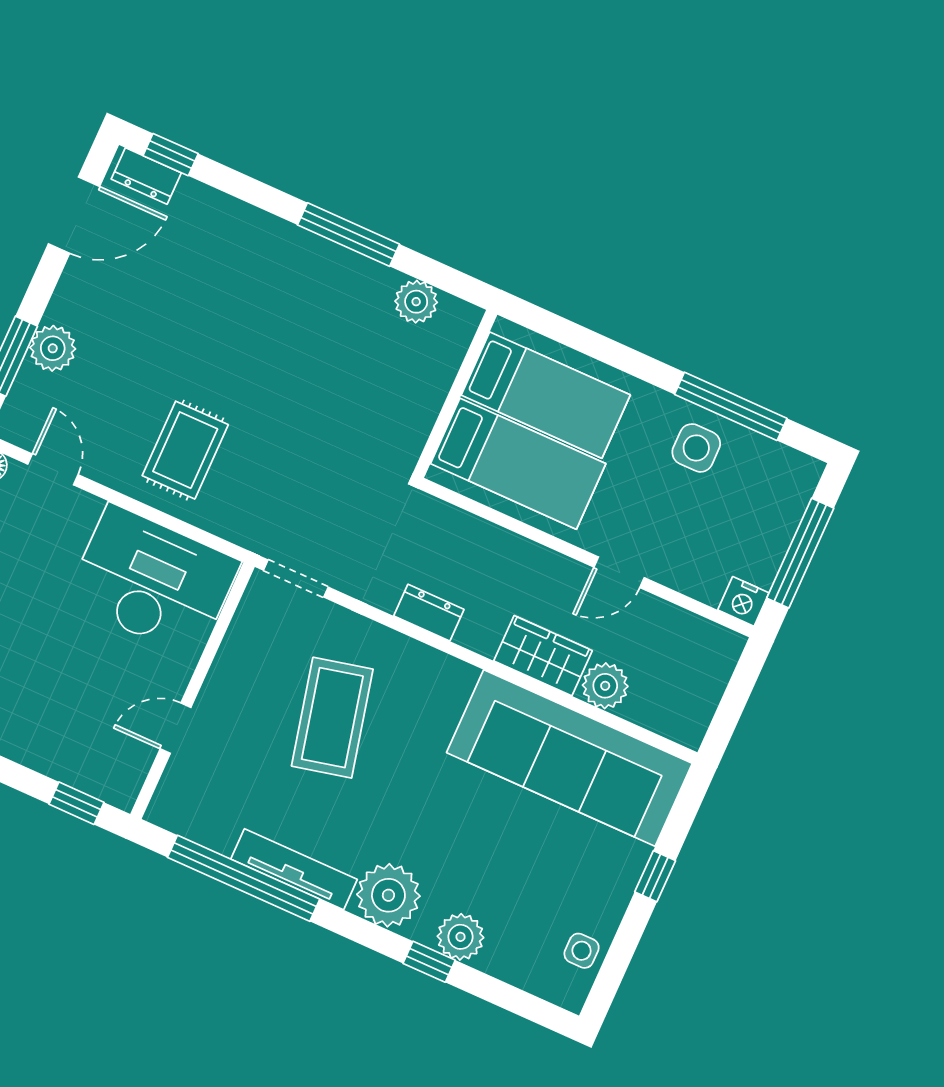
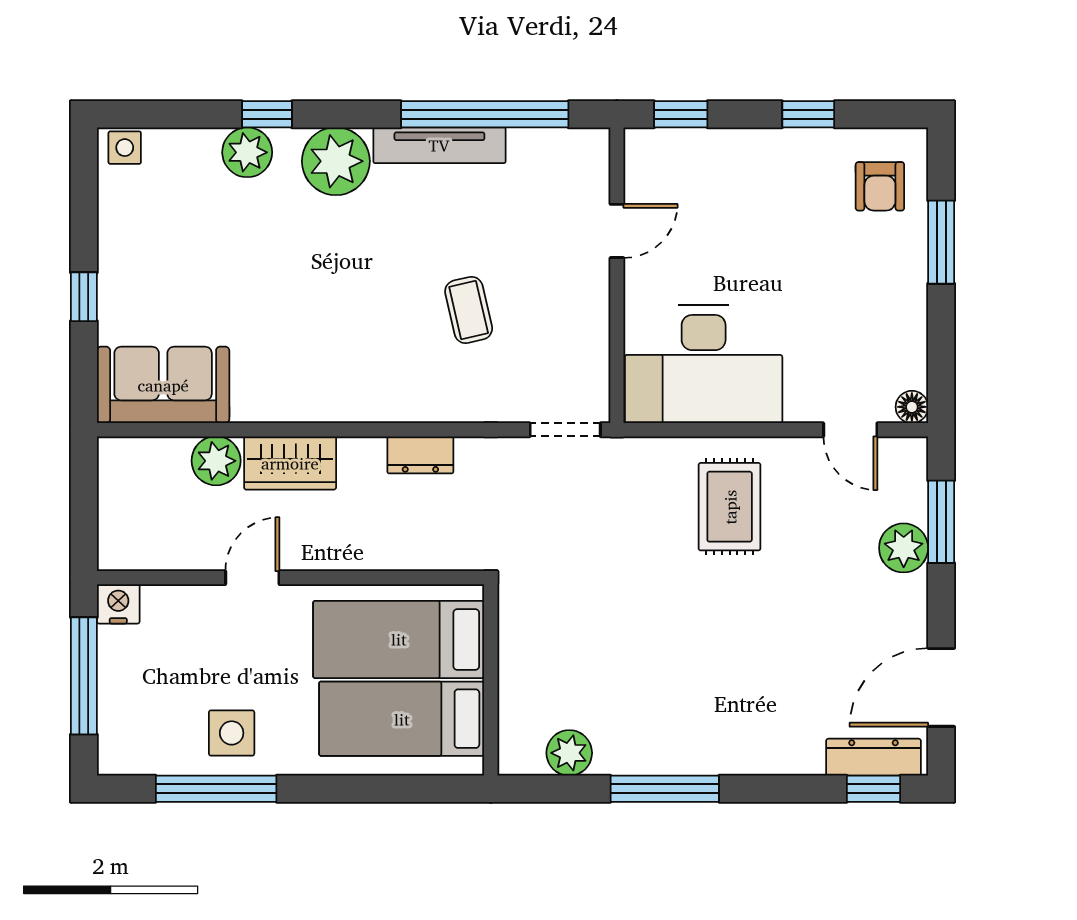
dresser: (146, 176) -> (873, 757), width x1.44
coffee table: (332, 718) -> (469, 310), width x0.54, depth x0.58
sofa: (569, 758) -> (163, 385), width x0.54, depth x0.79
side table: (582, 951) -> (125, 148), moved

